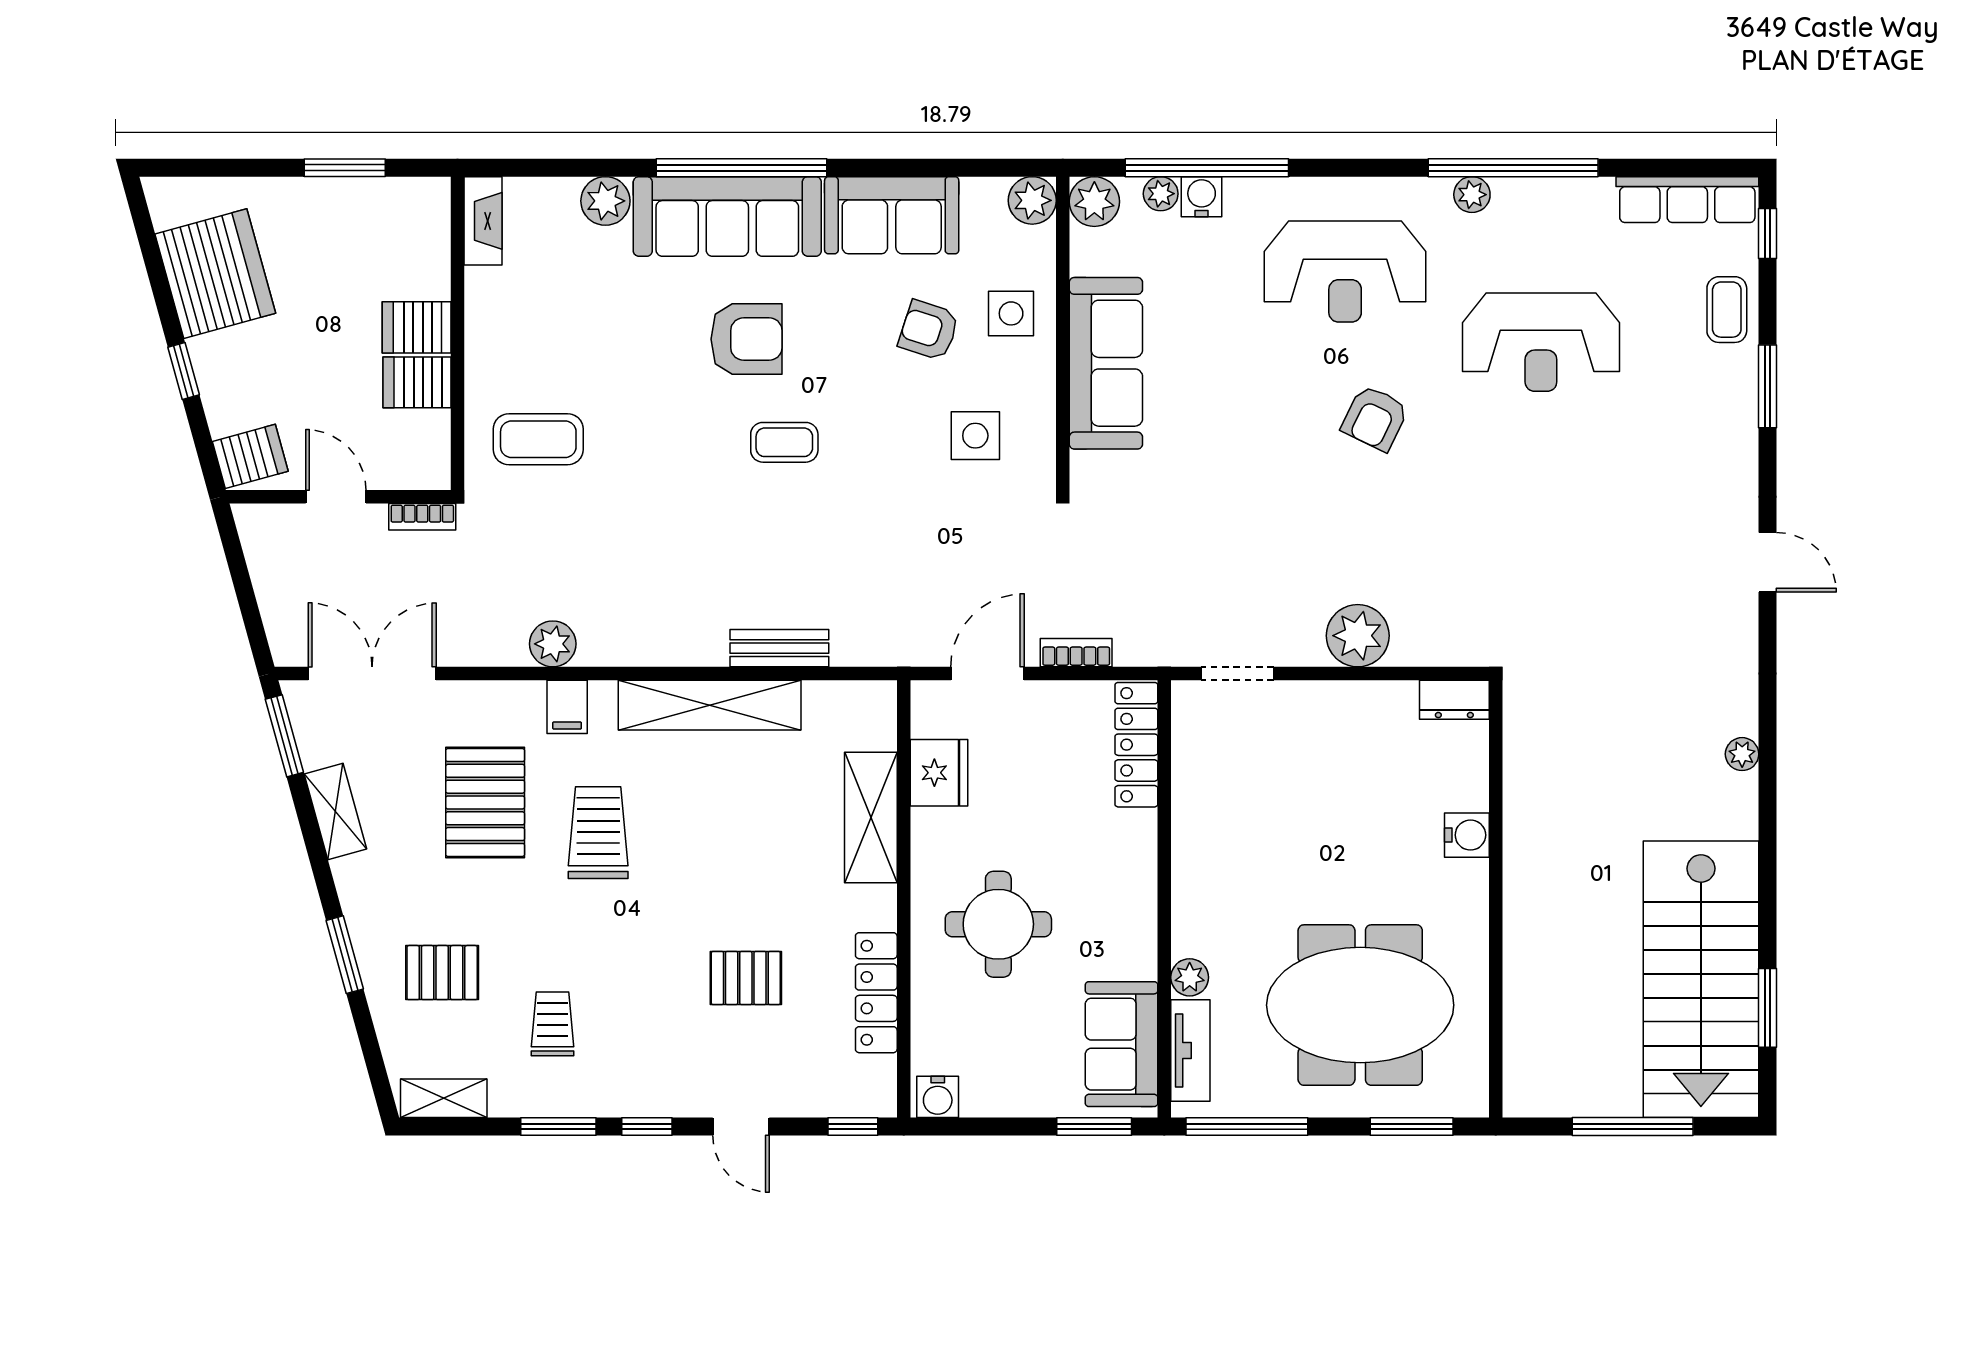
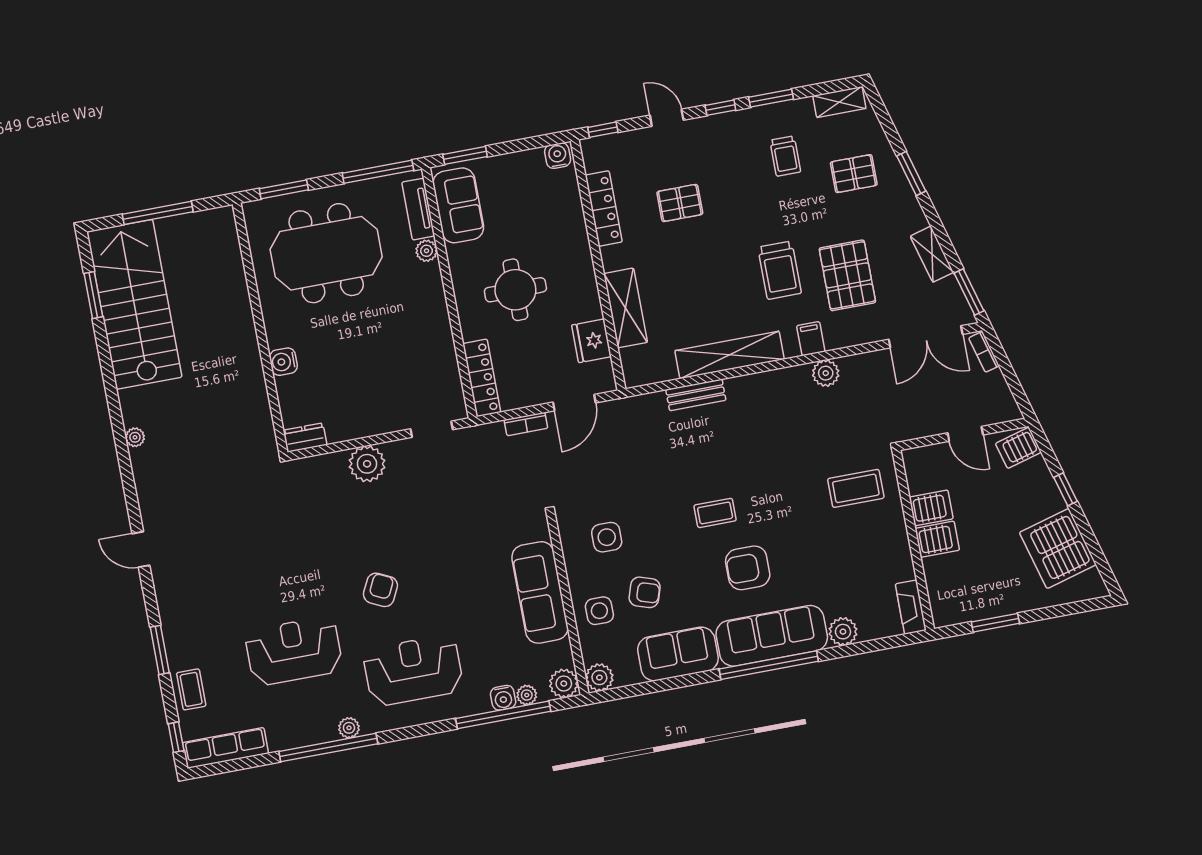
bookcase: (422, 517) -> (984, 352), moved, turned -105
round table: (998, 924) -> (515, 290), moved

